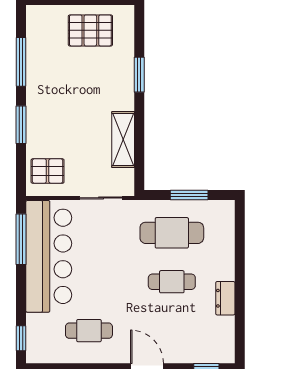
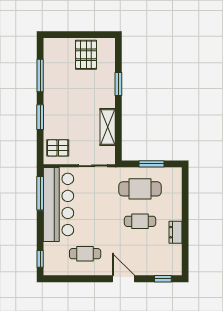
pallet: (90, 30) -> (86, 55), turned 90

